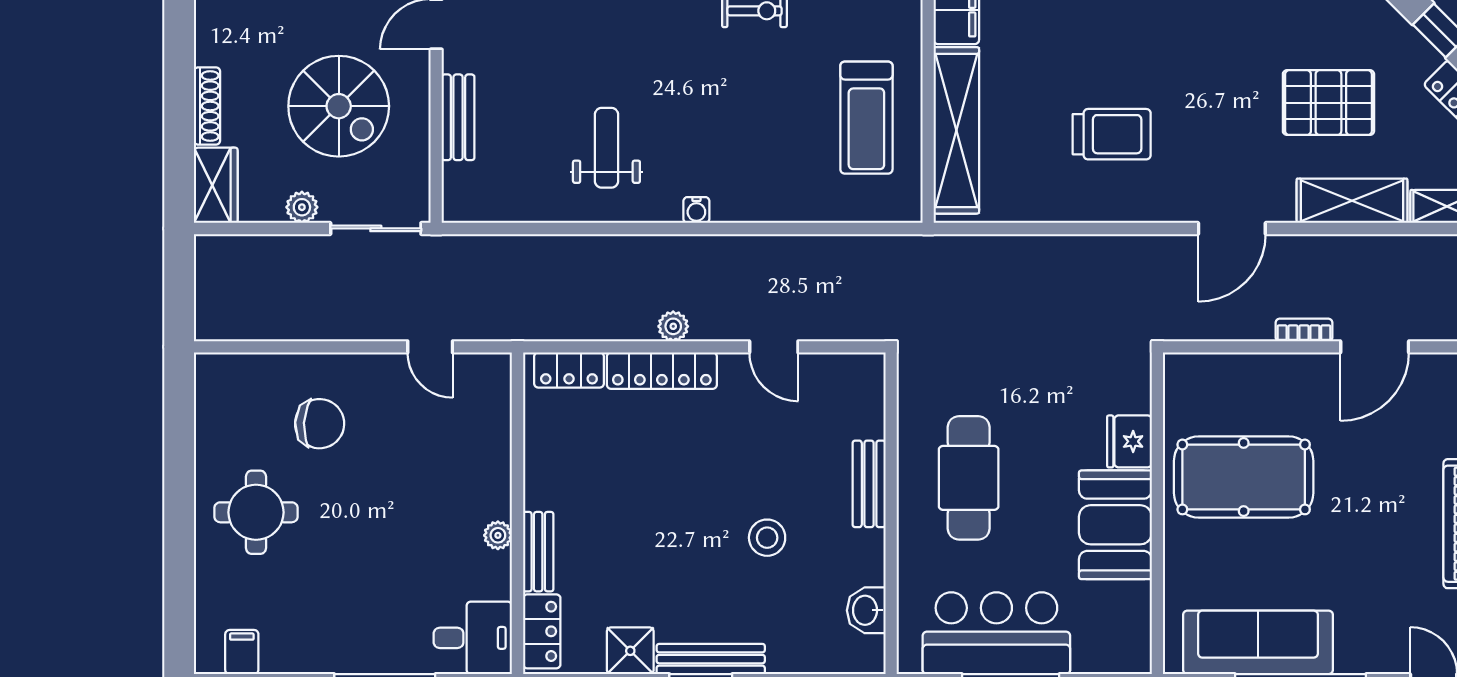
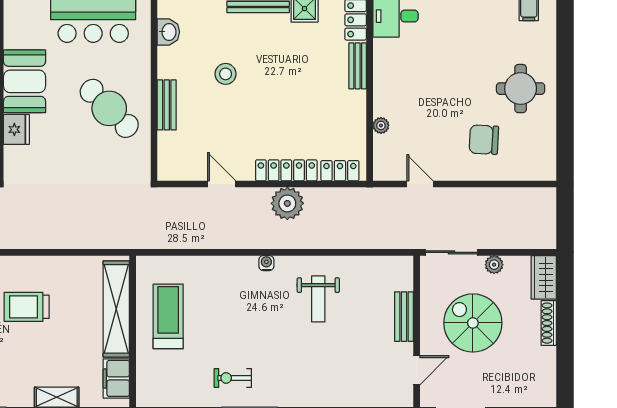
plant: (673, 326) -> (287, 203), width x1.87, depth x1.87
cafe table: (969, 478) -> (109, 108), turned -45
plant: (498, 535) -> (381, 125), moved

